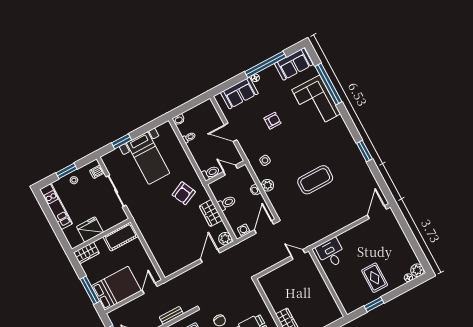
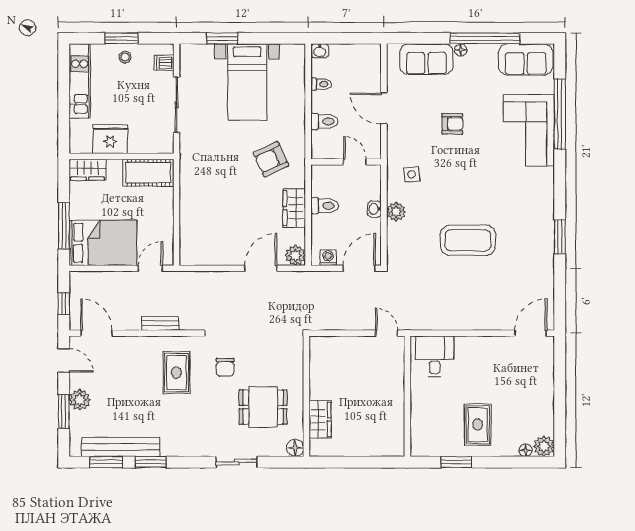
toilet: (211, 173) -> (325, 122), moved

